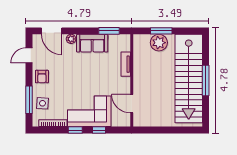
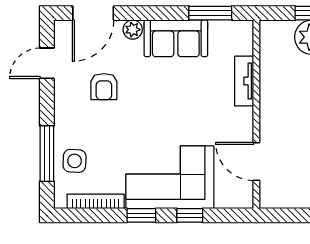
door: (52, 31) -> (93, 13), hinge flipped
armchair: (42, 77) -> (104, 87), moved

